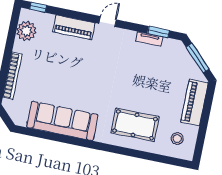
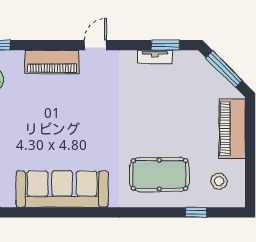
window: (156, 158) -> (196, 212), added

